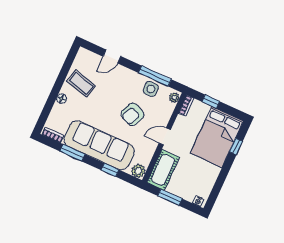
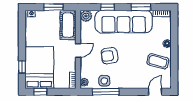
door: (112, 56) -> (155, 92), moved
window: (211, 102) -> (40, 92), moved
armchair: (132, 114) -> (109, 56), turned -122

